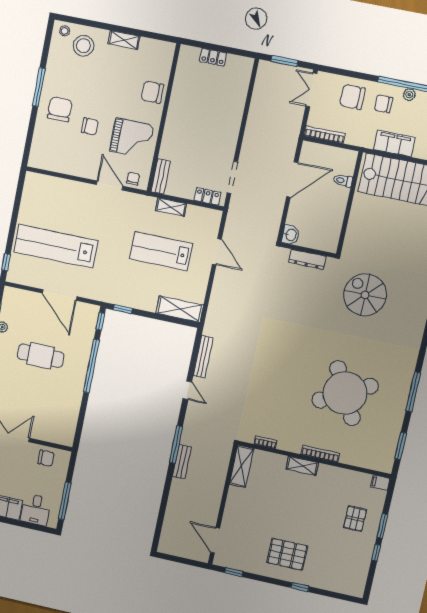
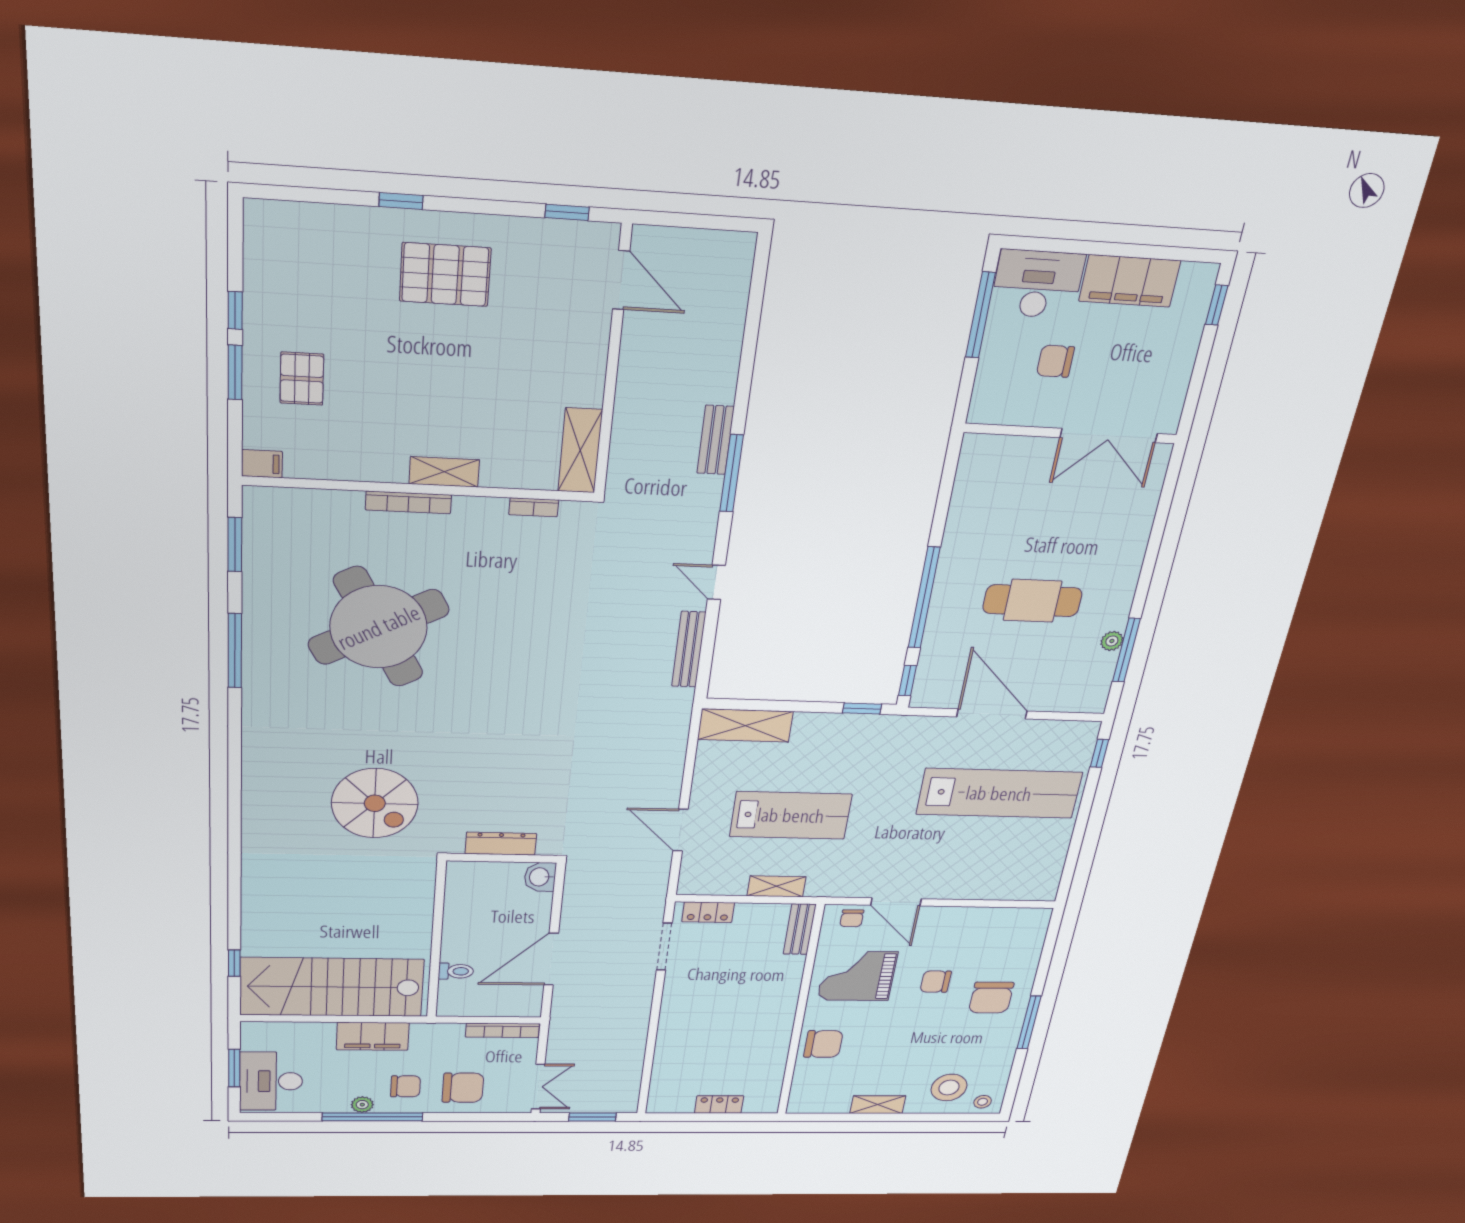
chair: (46, 458) -> (1055, 361), moved
desk: (36, 510) -> (1037, 284), width x1.37

